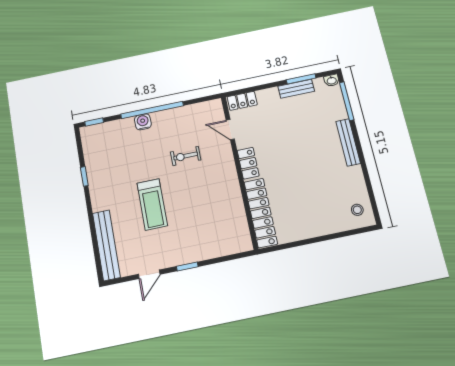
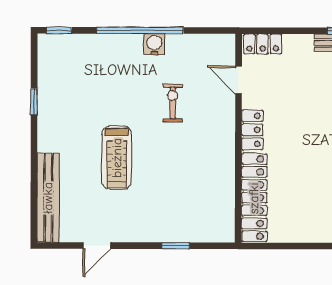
water cooler: (143, 122) -> (154, 44), moved
exercise bike: (186, 156) -> (173, 103), turned 90
window: (187, 266) -> (176, 246), moved

